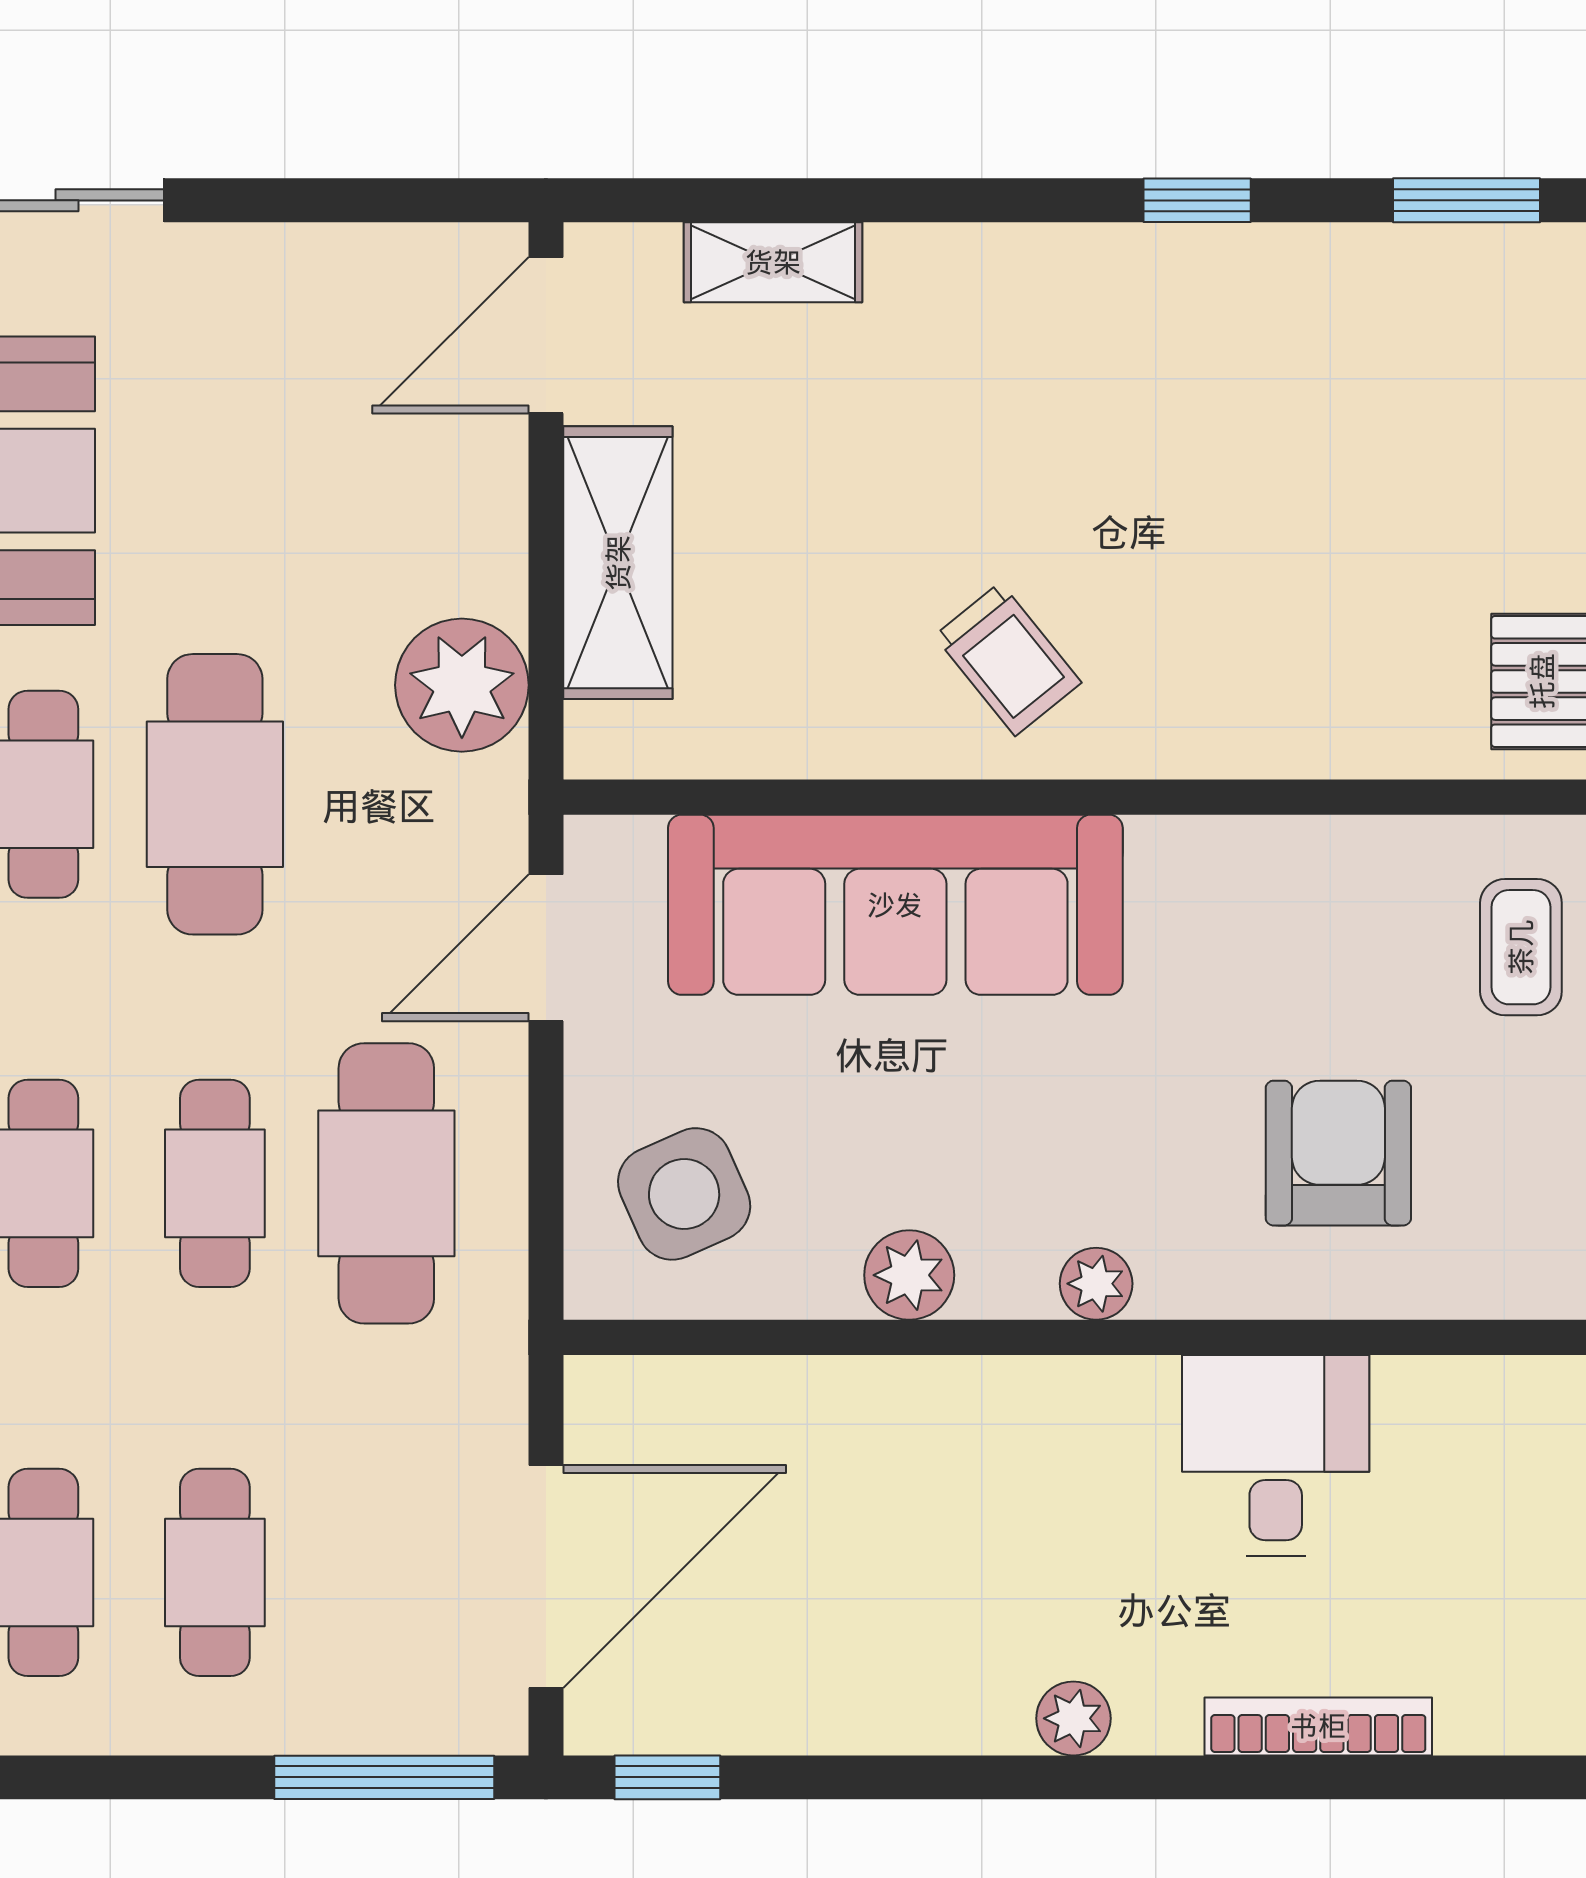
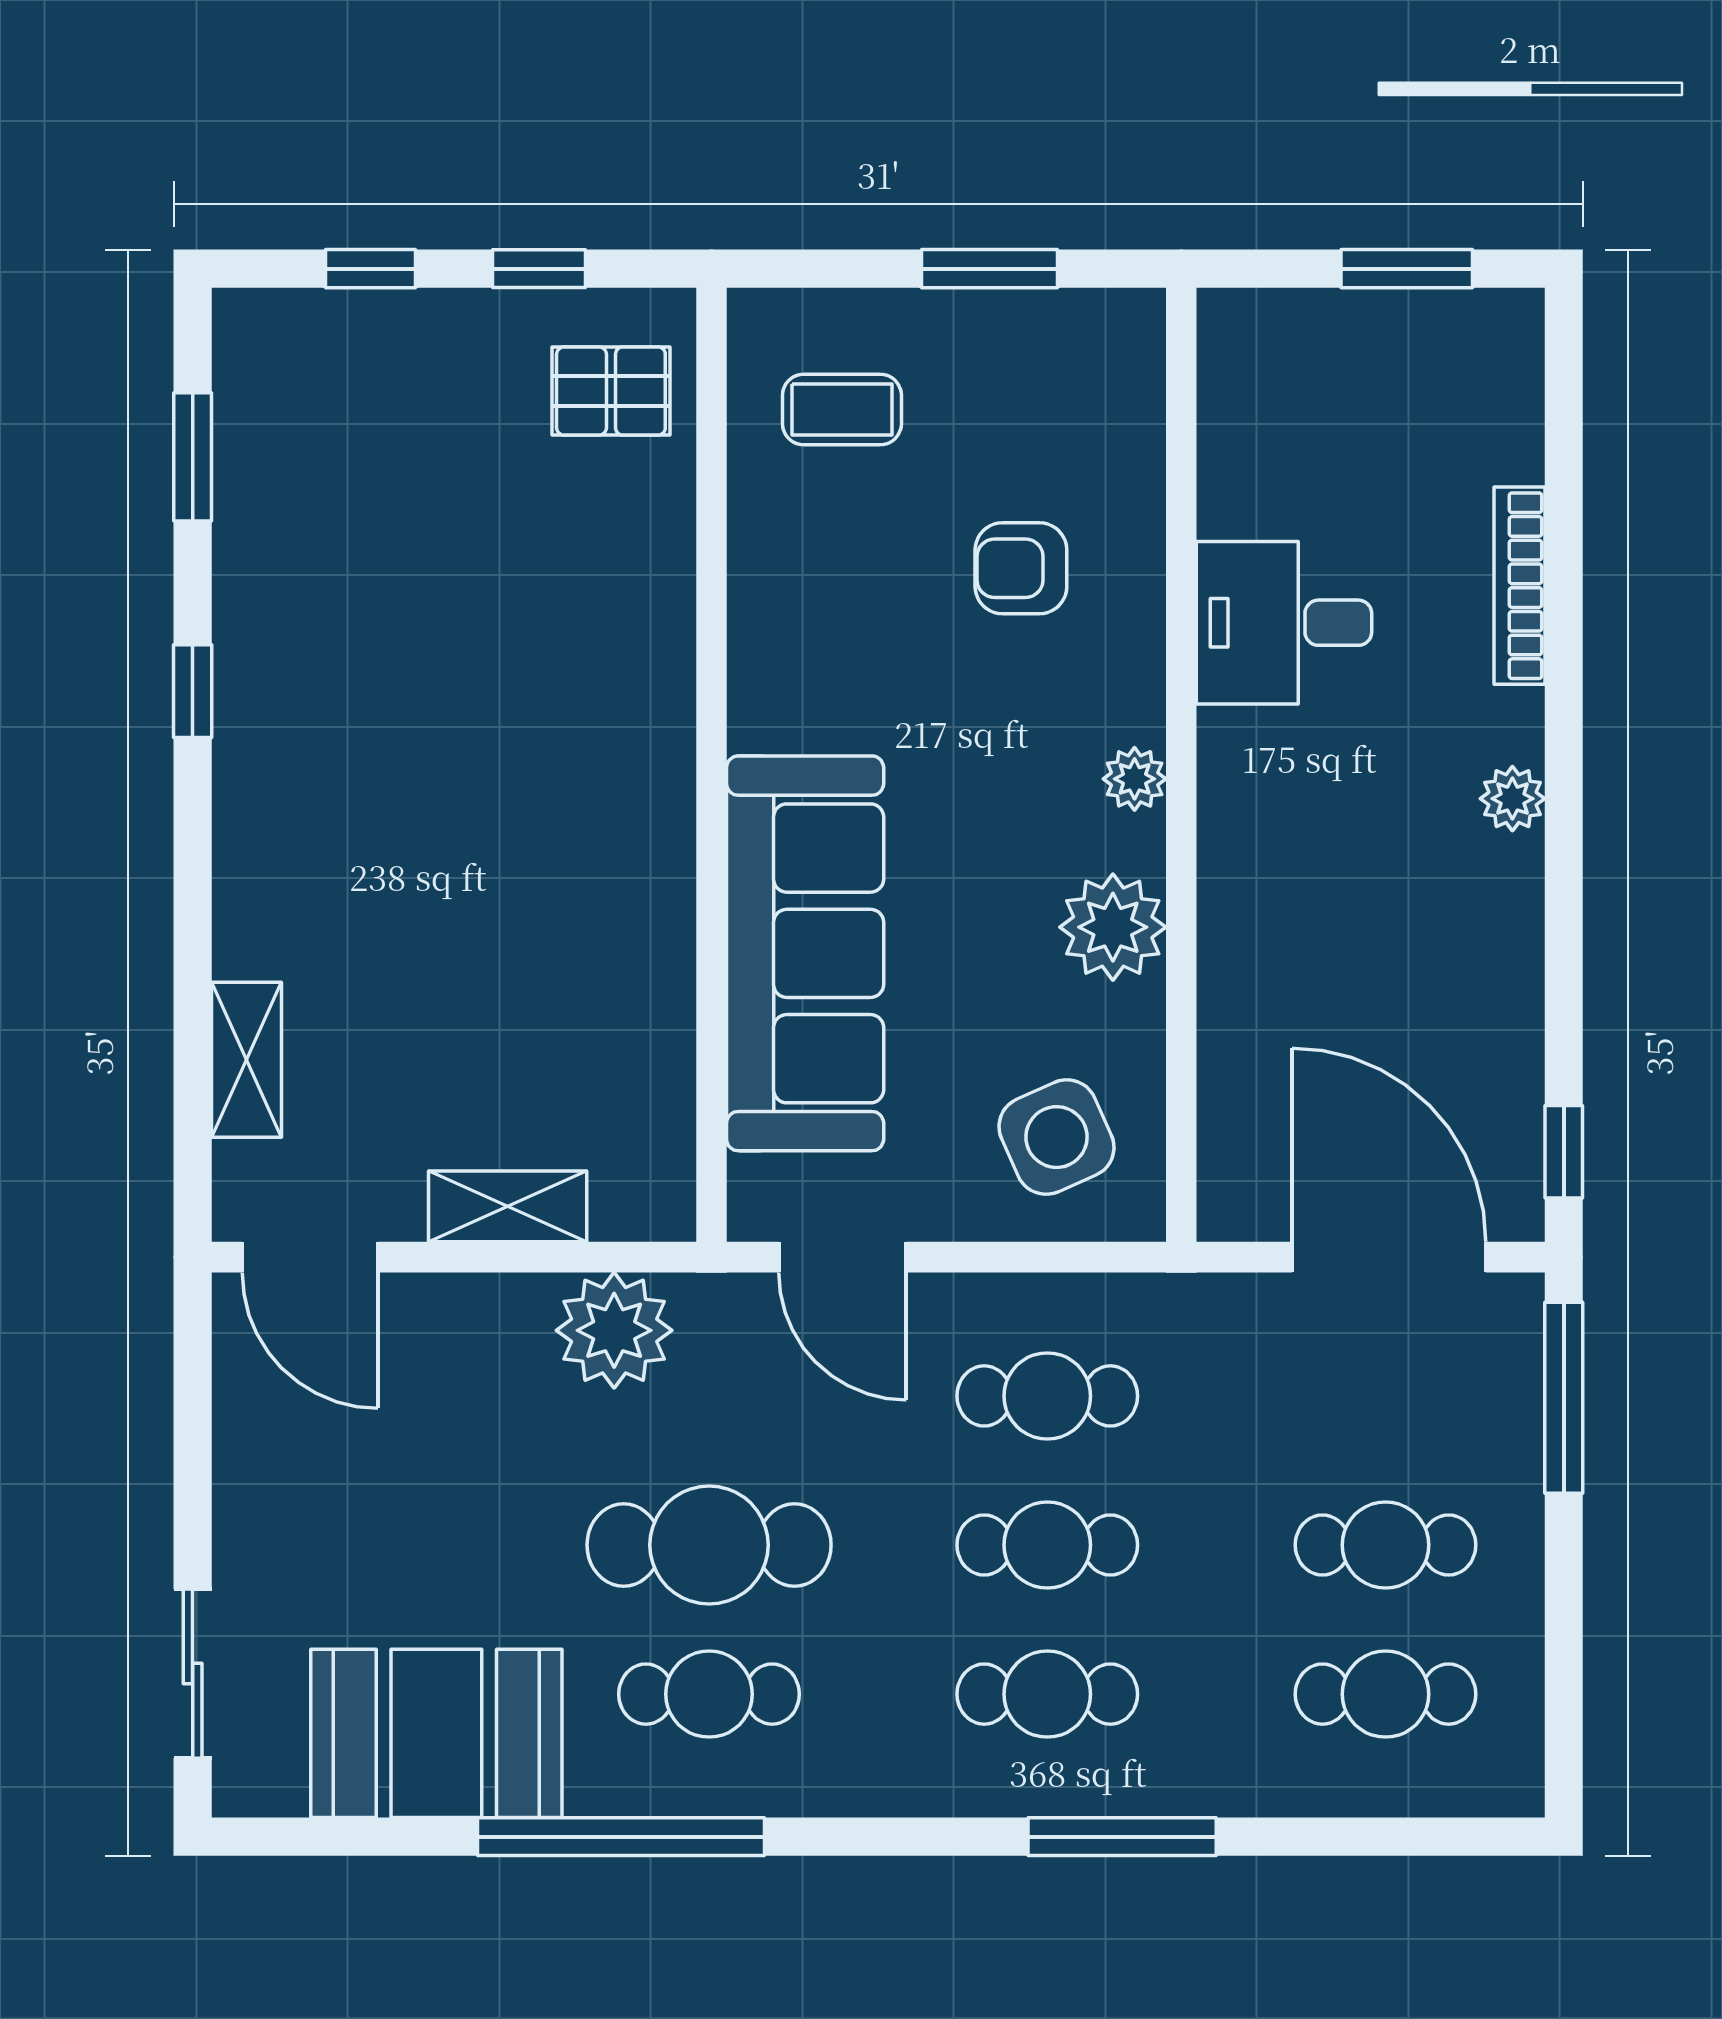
shelving: (618, 563) -> (508, 1206), width x0.67, depth x0.75
trolley: (1008, 659) -> (592, 856), removed
armchair: (1338, 1153) -> (1021, 568), width x0.72, depth x0.72
cafe table: (386, 1183) -> (1047, 1396), width x0.73, depth x0.74
plant: (909, 1275) -> (1113, 927), width x1.36, depth x1.36

